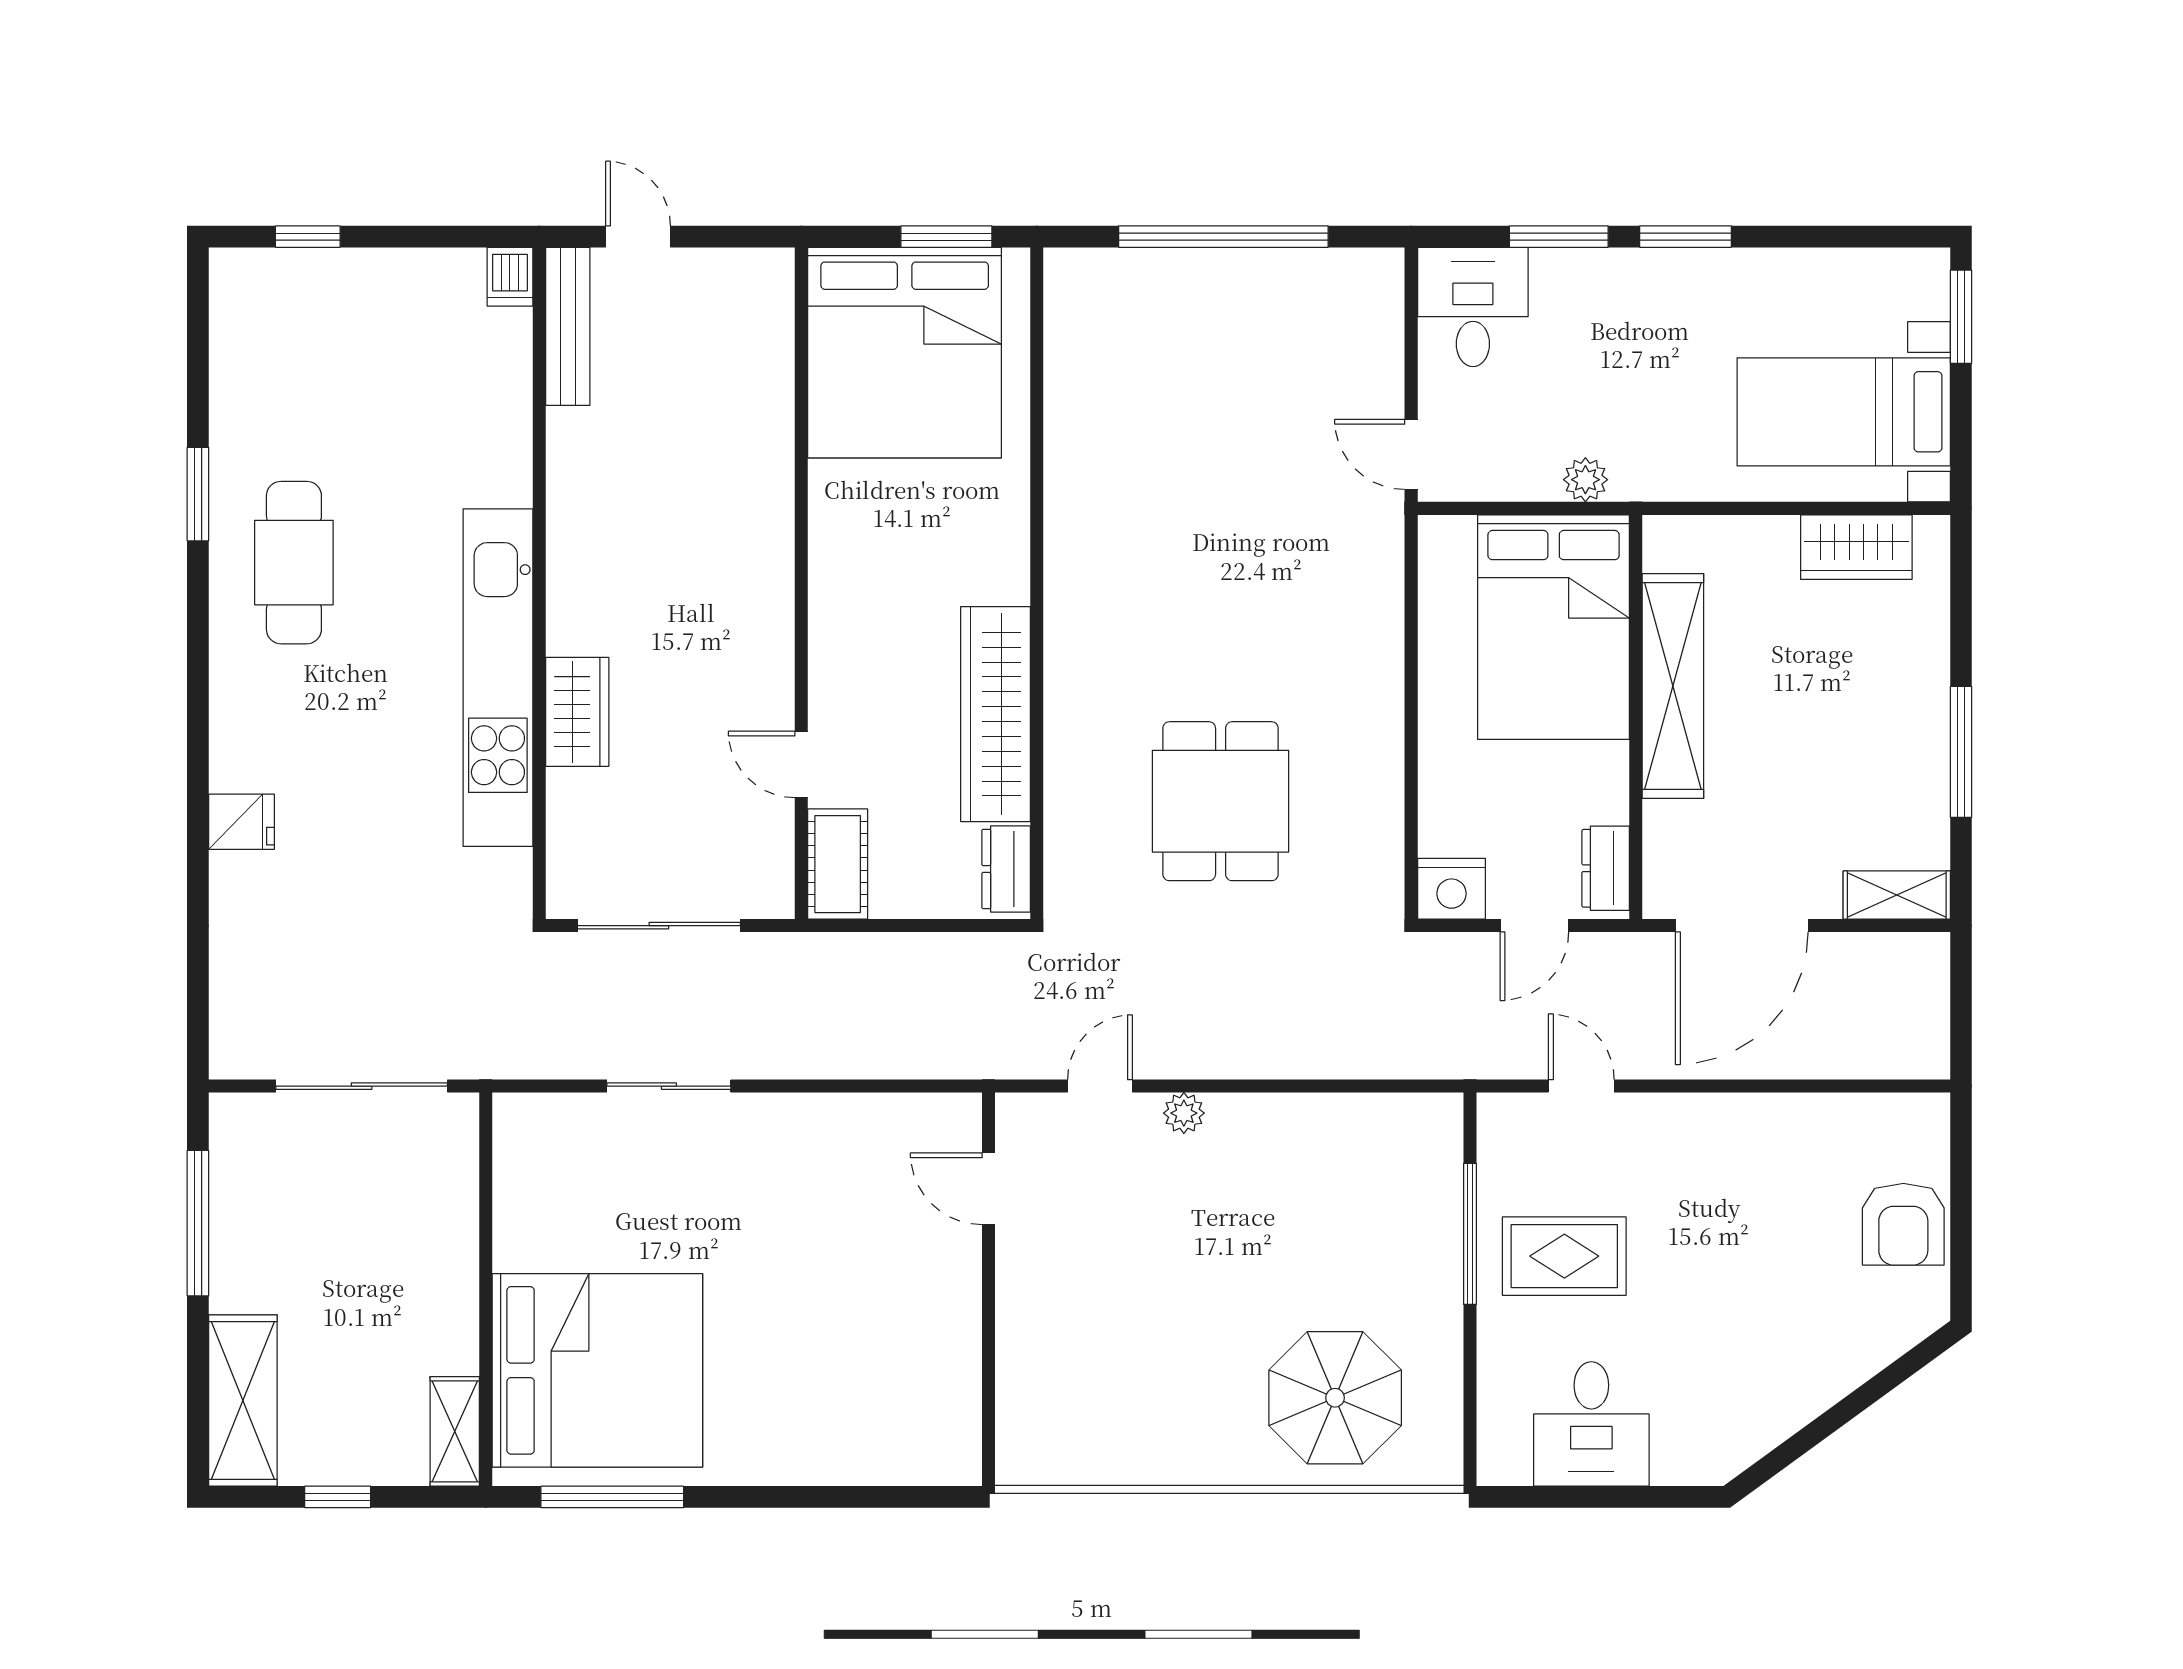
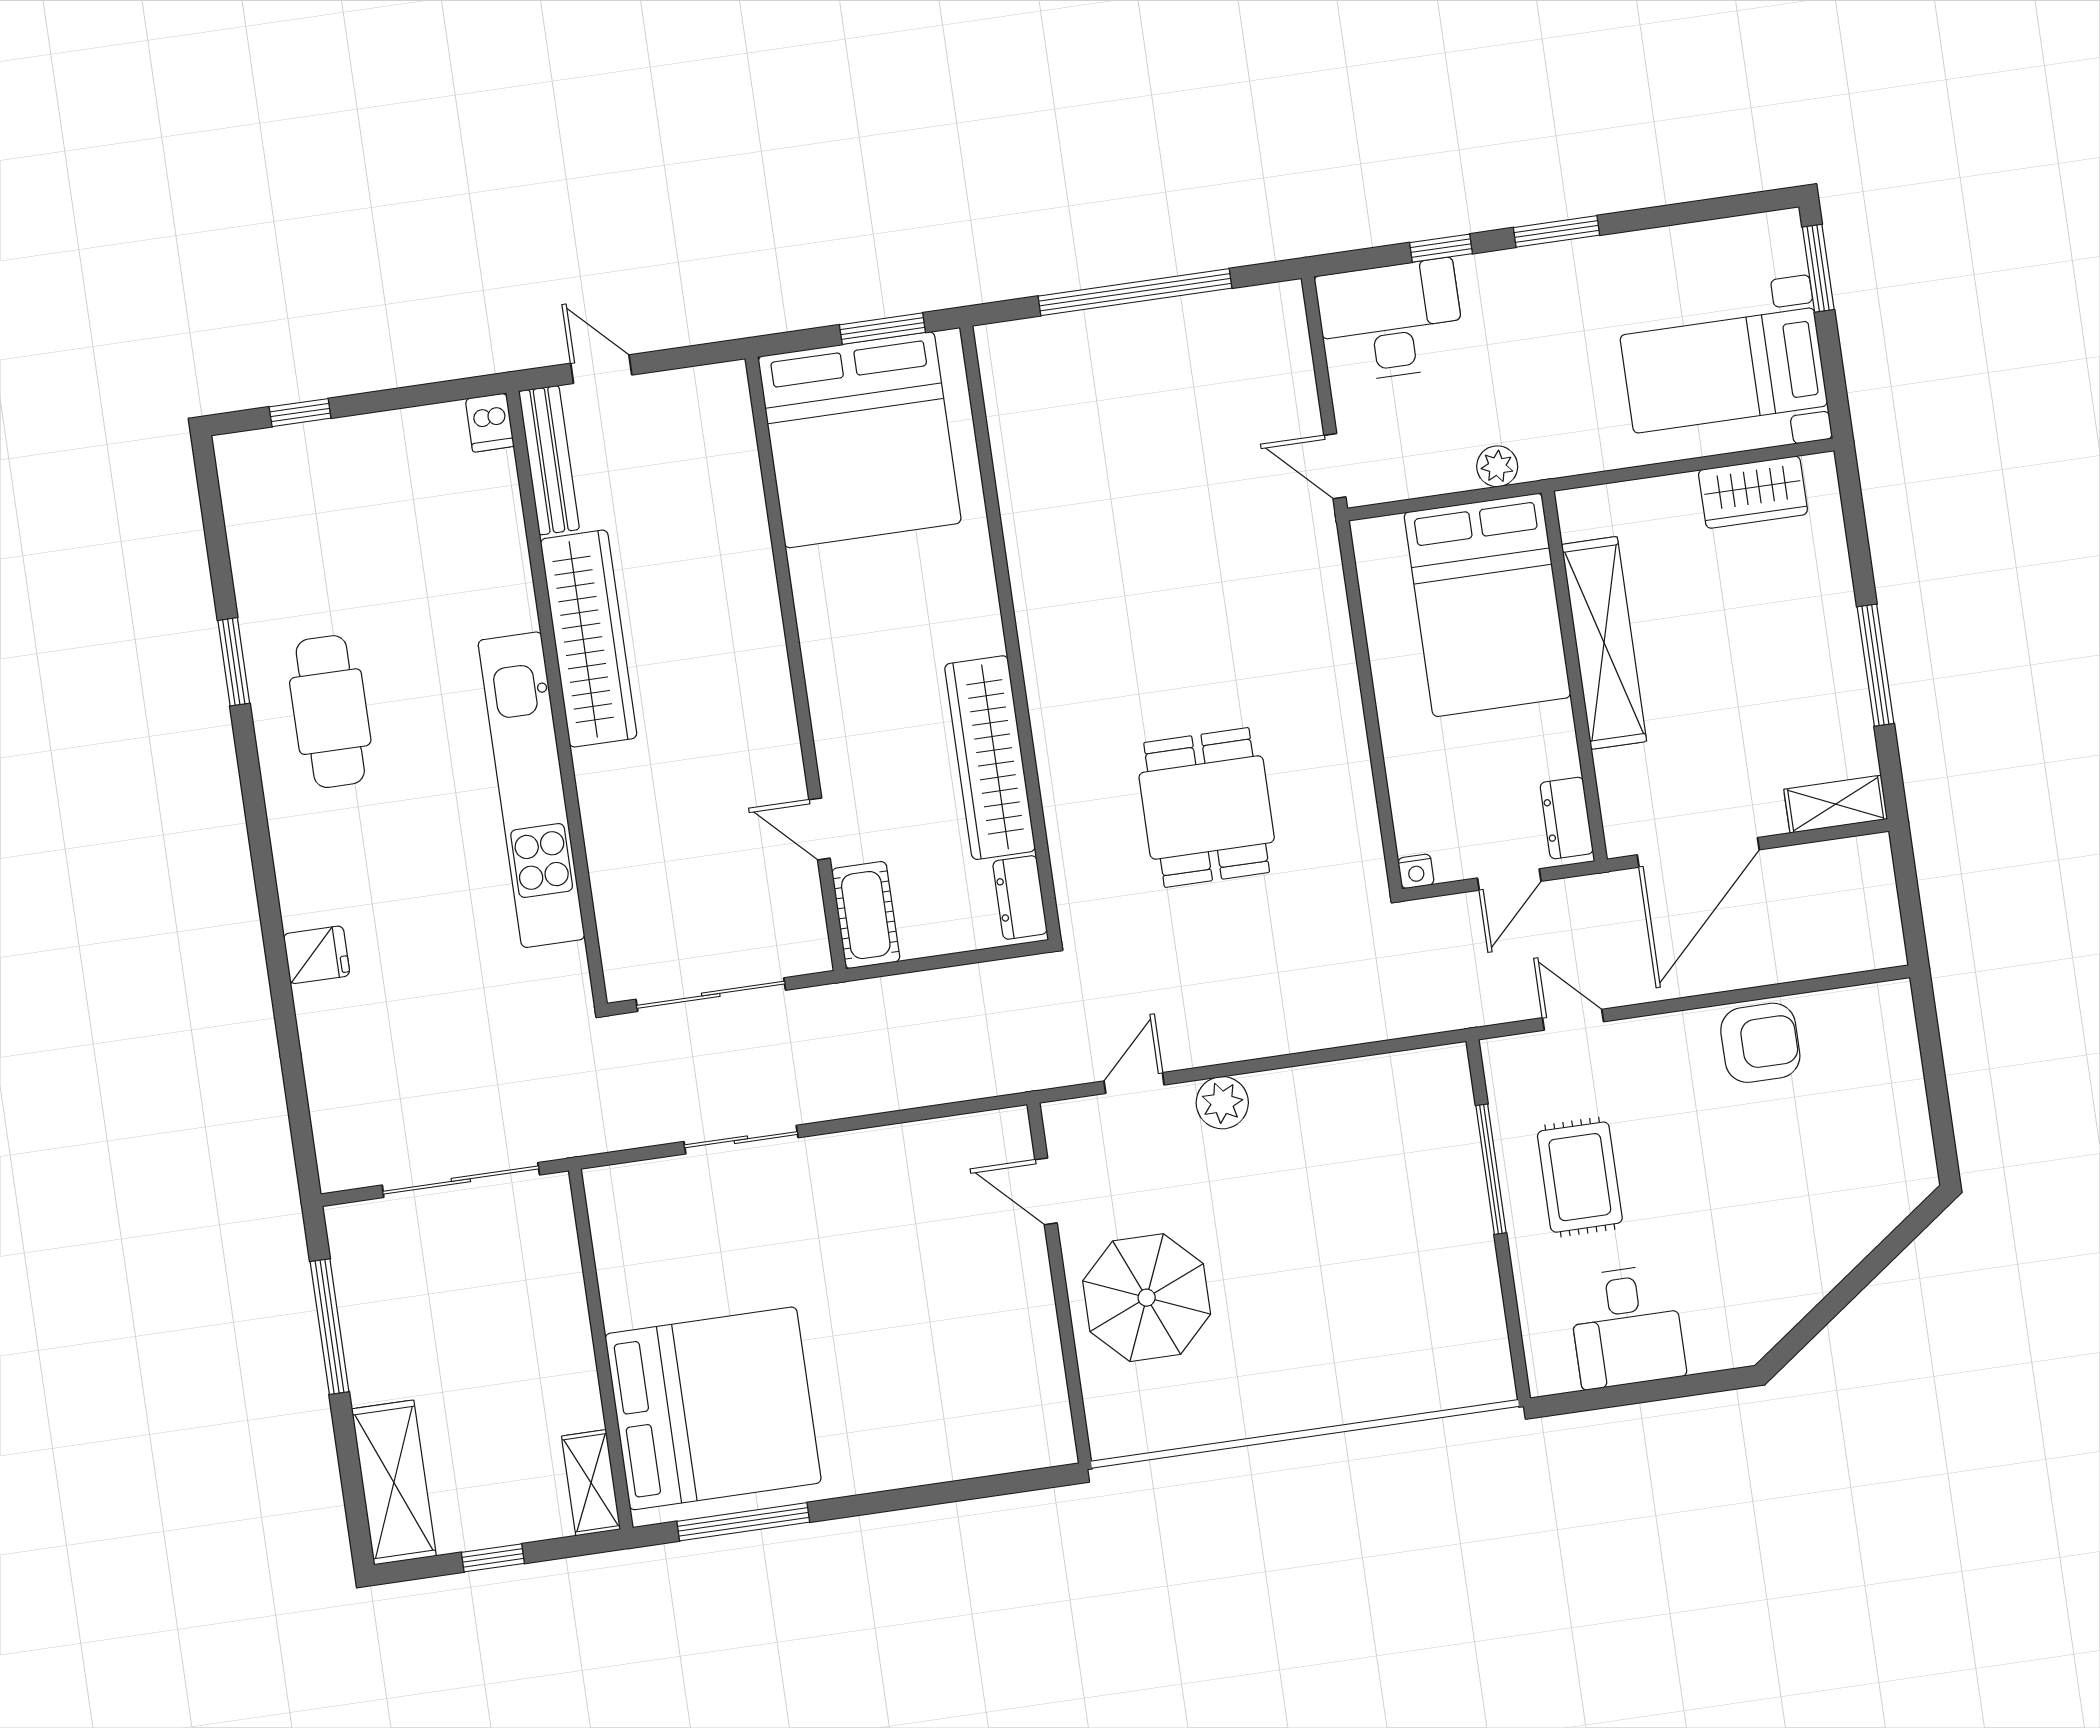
window: (1559, 237) -> (1441, 248), width x0.67
desk: (1473, 307) -> (1391, 321), width x1.37
wardrobe: (577, 712) -> (589, 639), moved, width x2.10, depth x1.17
nightstand: (1452, 889) -> (1416, 871), width x0.53, depth x0.56
plant: (1184, 1113) -> (1222, 1103), width x1.38, depth x1.38
armchair: (1903, 1224) -> (1760, 1043), moved, turned -90
rug: (1564, 1256) -> (1580, 1177), turned 90
parasol: (1335, 1398) -> (1147, 1298), moved

